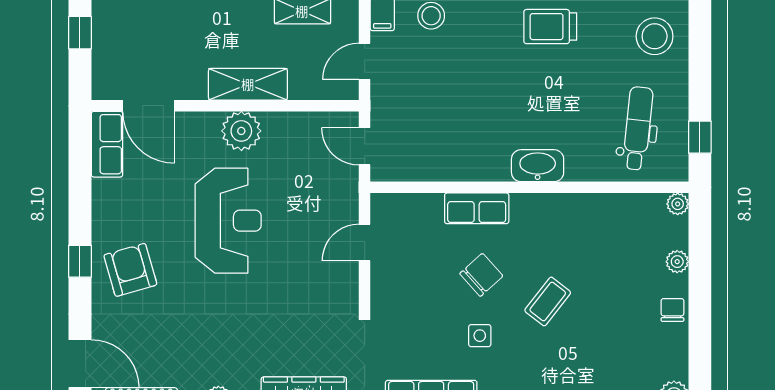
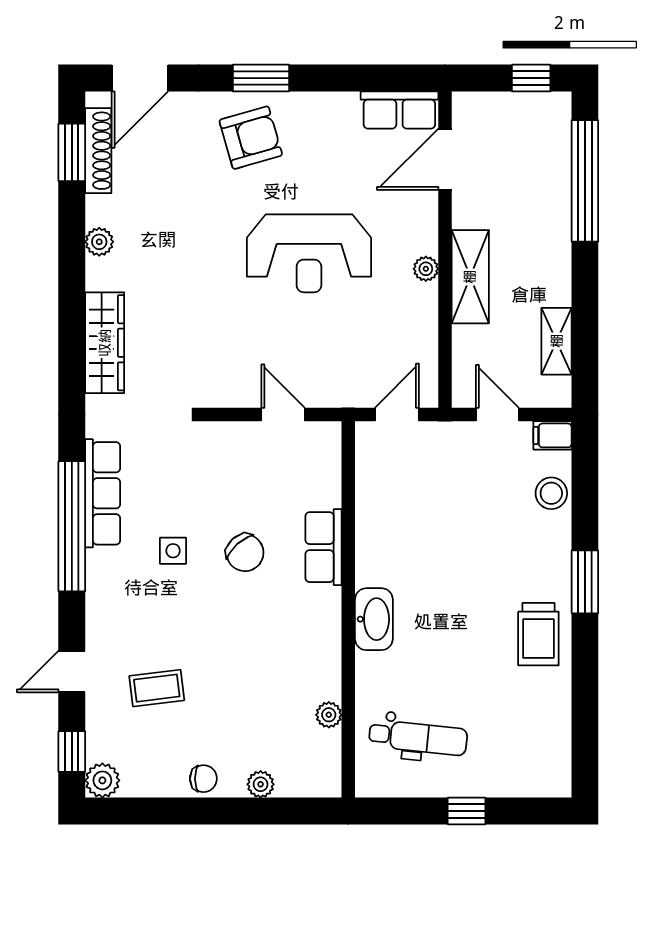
trolley: (550, 27) -> (538, 634), turned 180
stool: (655, 36) -> (527, 757), removed
plant: (241, 131) -> (426, 269), width x0.53, depth x0.53
window: (700, 137) -> (467, 811), moved
plant: (678, 204) -> (329, 715), moved
window: (80, 261) -> (261, 78), width x1.50
coffee table: (548, 301) -> (157, 688), moved, turned -45

